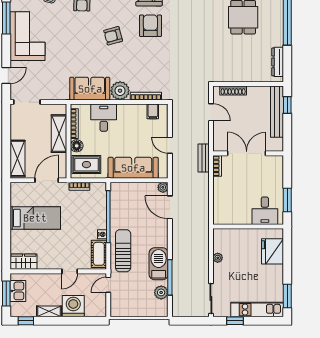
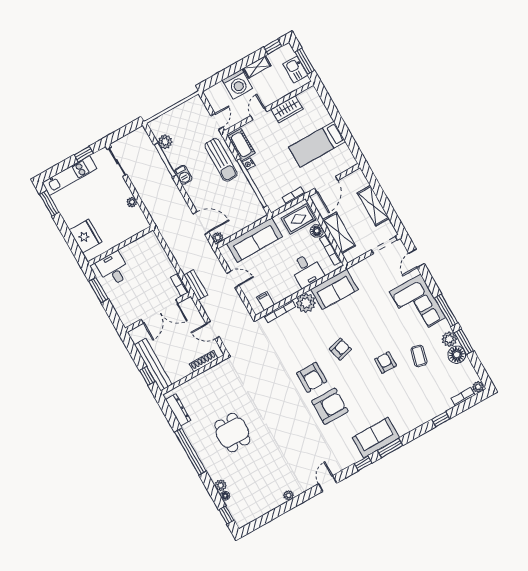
shelving: (17, 158) -> (373, 206), moved
wardrobe: (23, 262) -> (287, 109), moved
barbecue: (159, 264) -> (183, 175), width x0.53, depth x0.65

